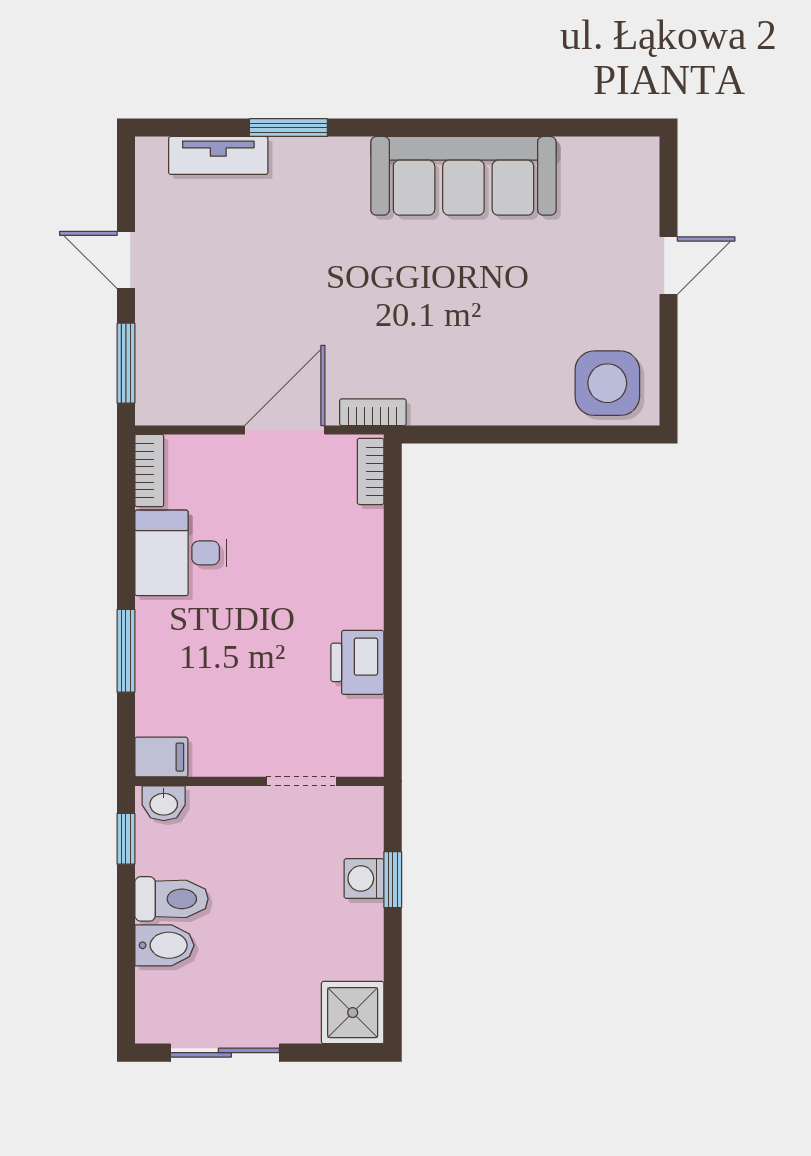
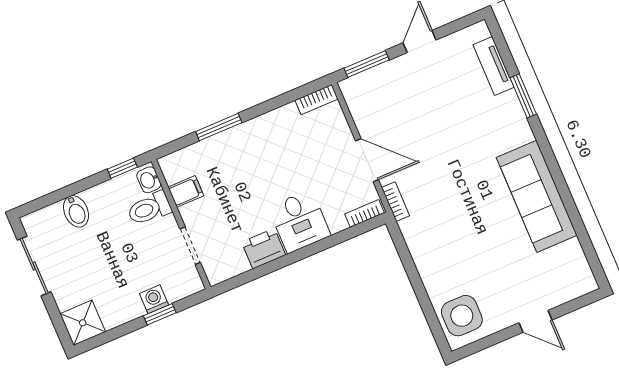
desk: (181, 553) -> (299, 221), moved, turned 180
filing cabinet: (161, 757) -> (186, 191), moved, turned -90
toilet: (172, 899) -> (149, 208), moved, turned 90

